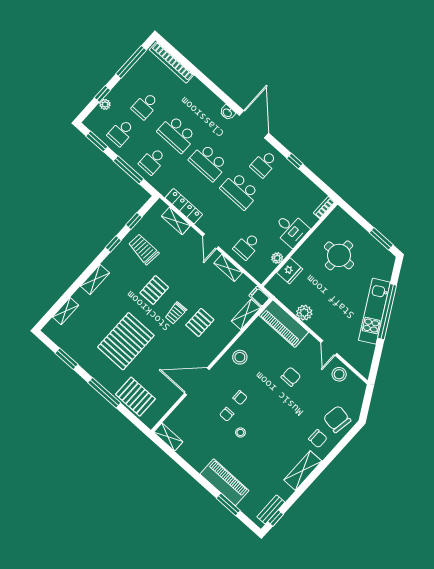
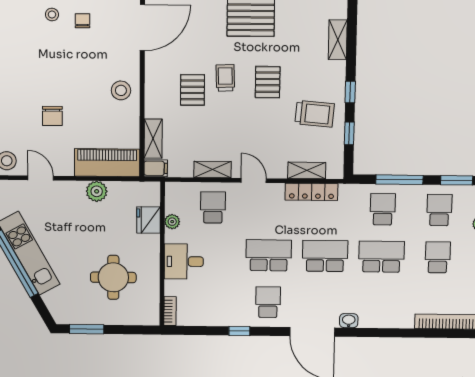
chair: (240, 398) -> (84, 50), removed

